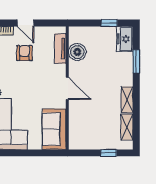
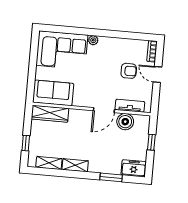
door: (26, 23) -> (157, 74), hinge flipped
window: (109, 23) -> (151, 142), moved
door: (67, 88) -> (104, 110), moved
wardrobe: (76, 131) -> (50, 114), added

